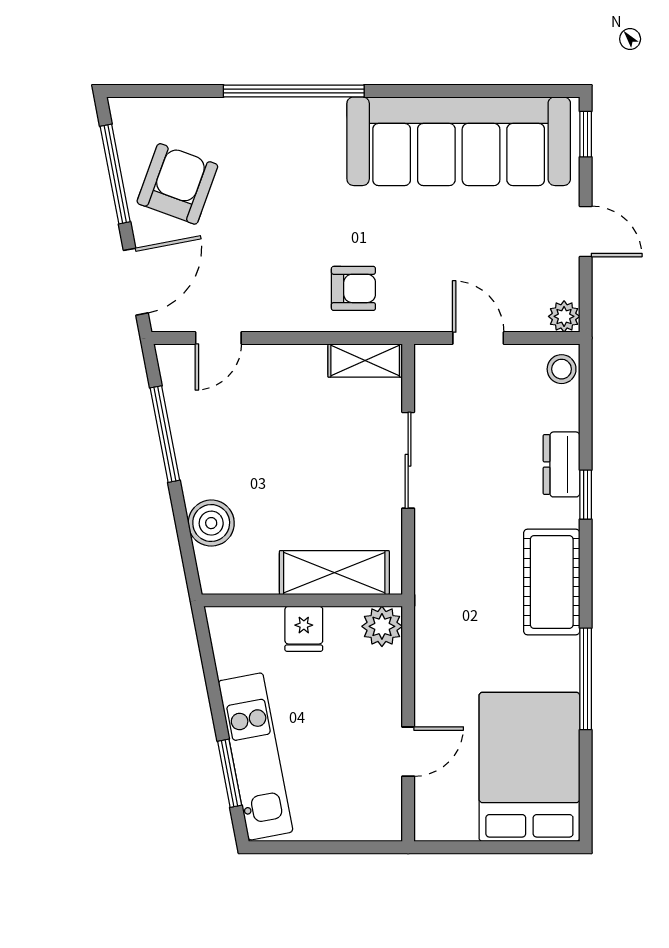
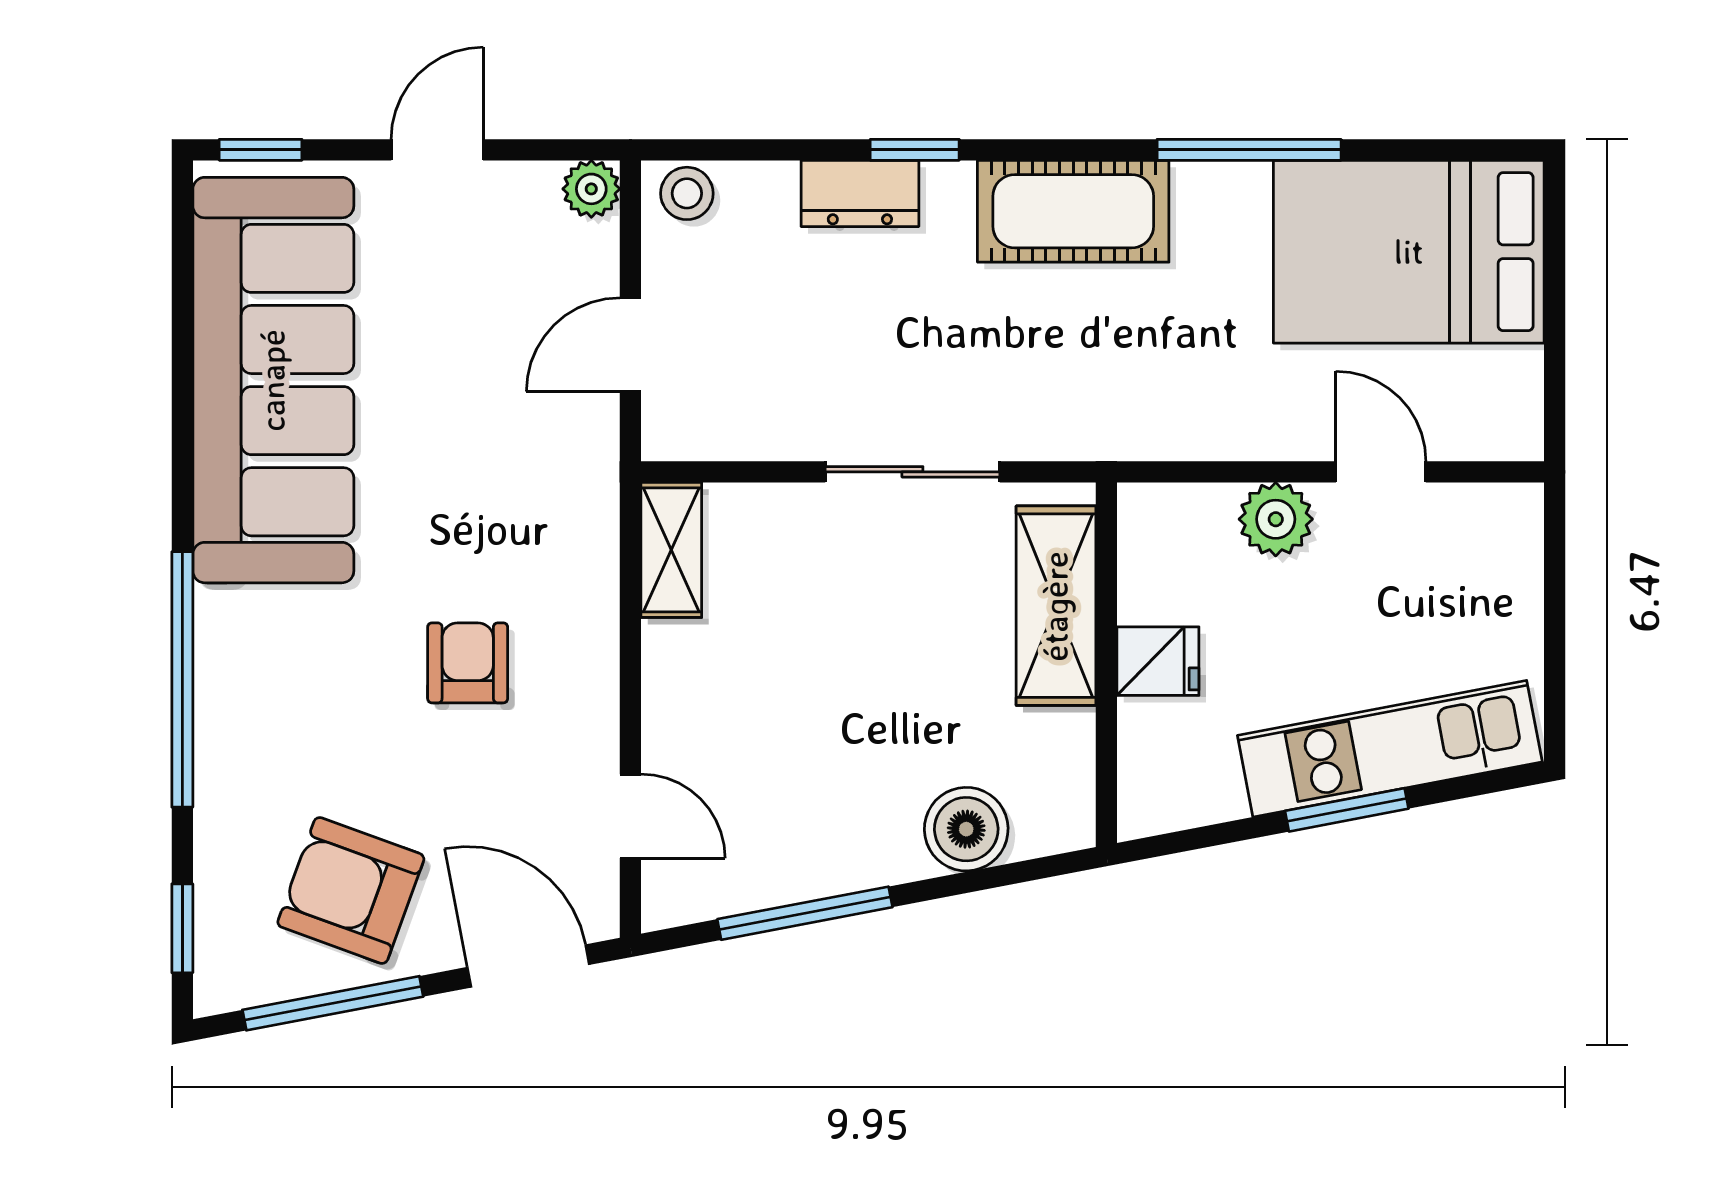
window: (157, 91) -> (182, 928), added
armchair: (353, 288) -> (468, 663), moved
sliding door: (408, 460) -> (912, 472), moved
plant: (382, 626) -> (1276, 519), moved
window: (230, 773) -> (1347, 810), moved

